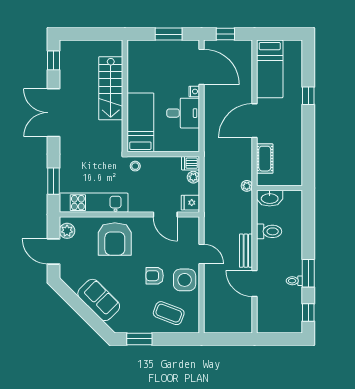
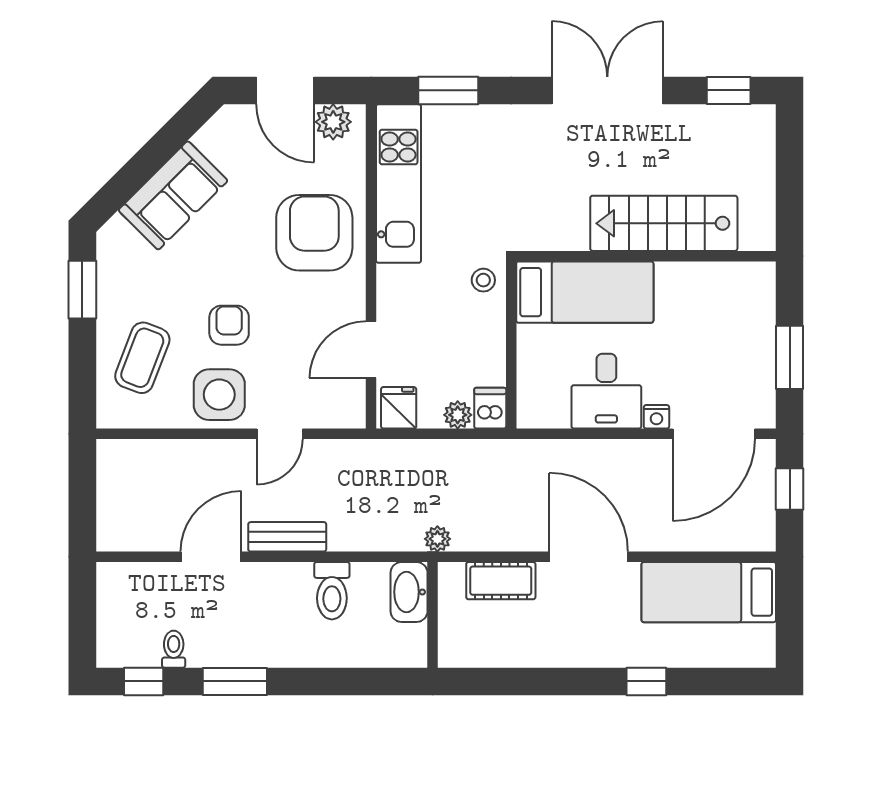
armchair: (115, 239) -> (314, 233), turned 90
door: (53, 251) -> (285, 90), swing flipped
toilet: (294, 281) -> (174, 649), moved

